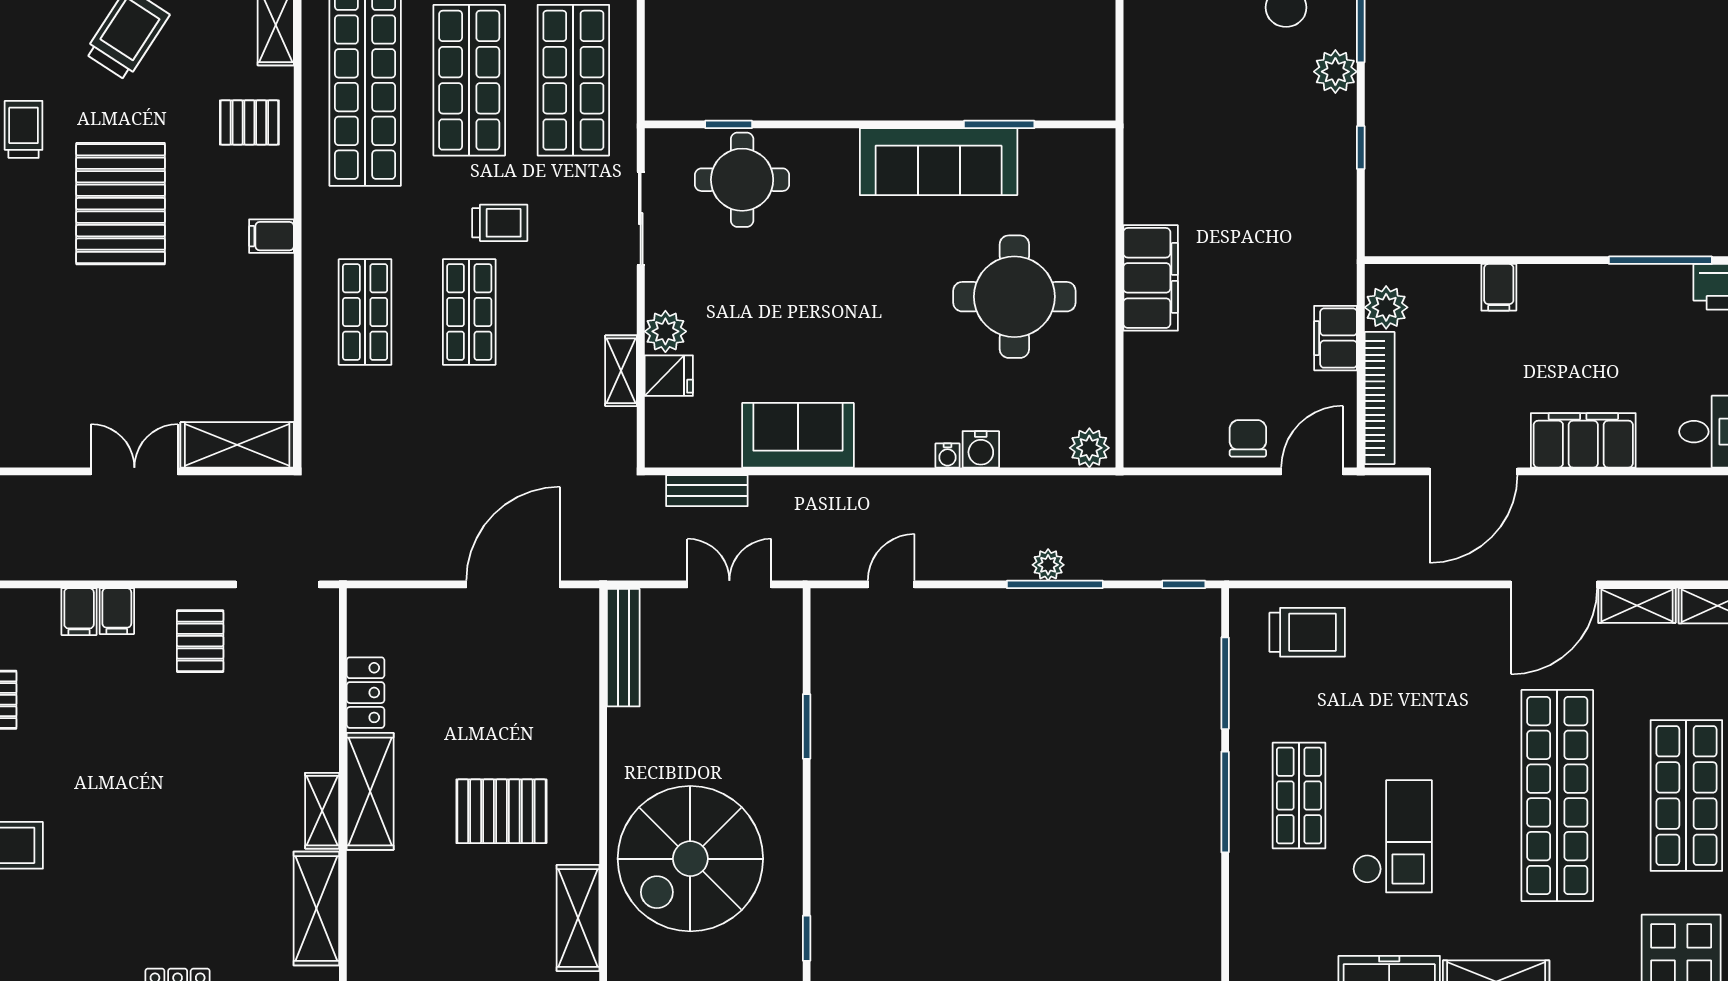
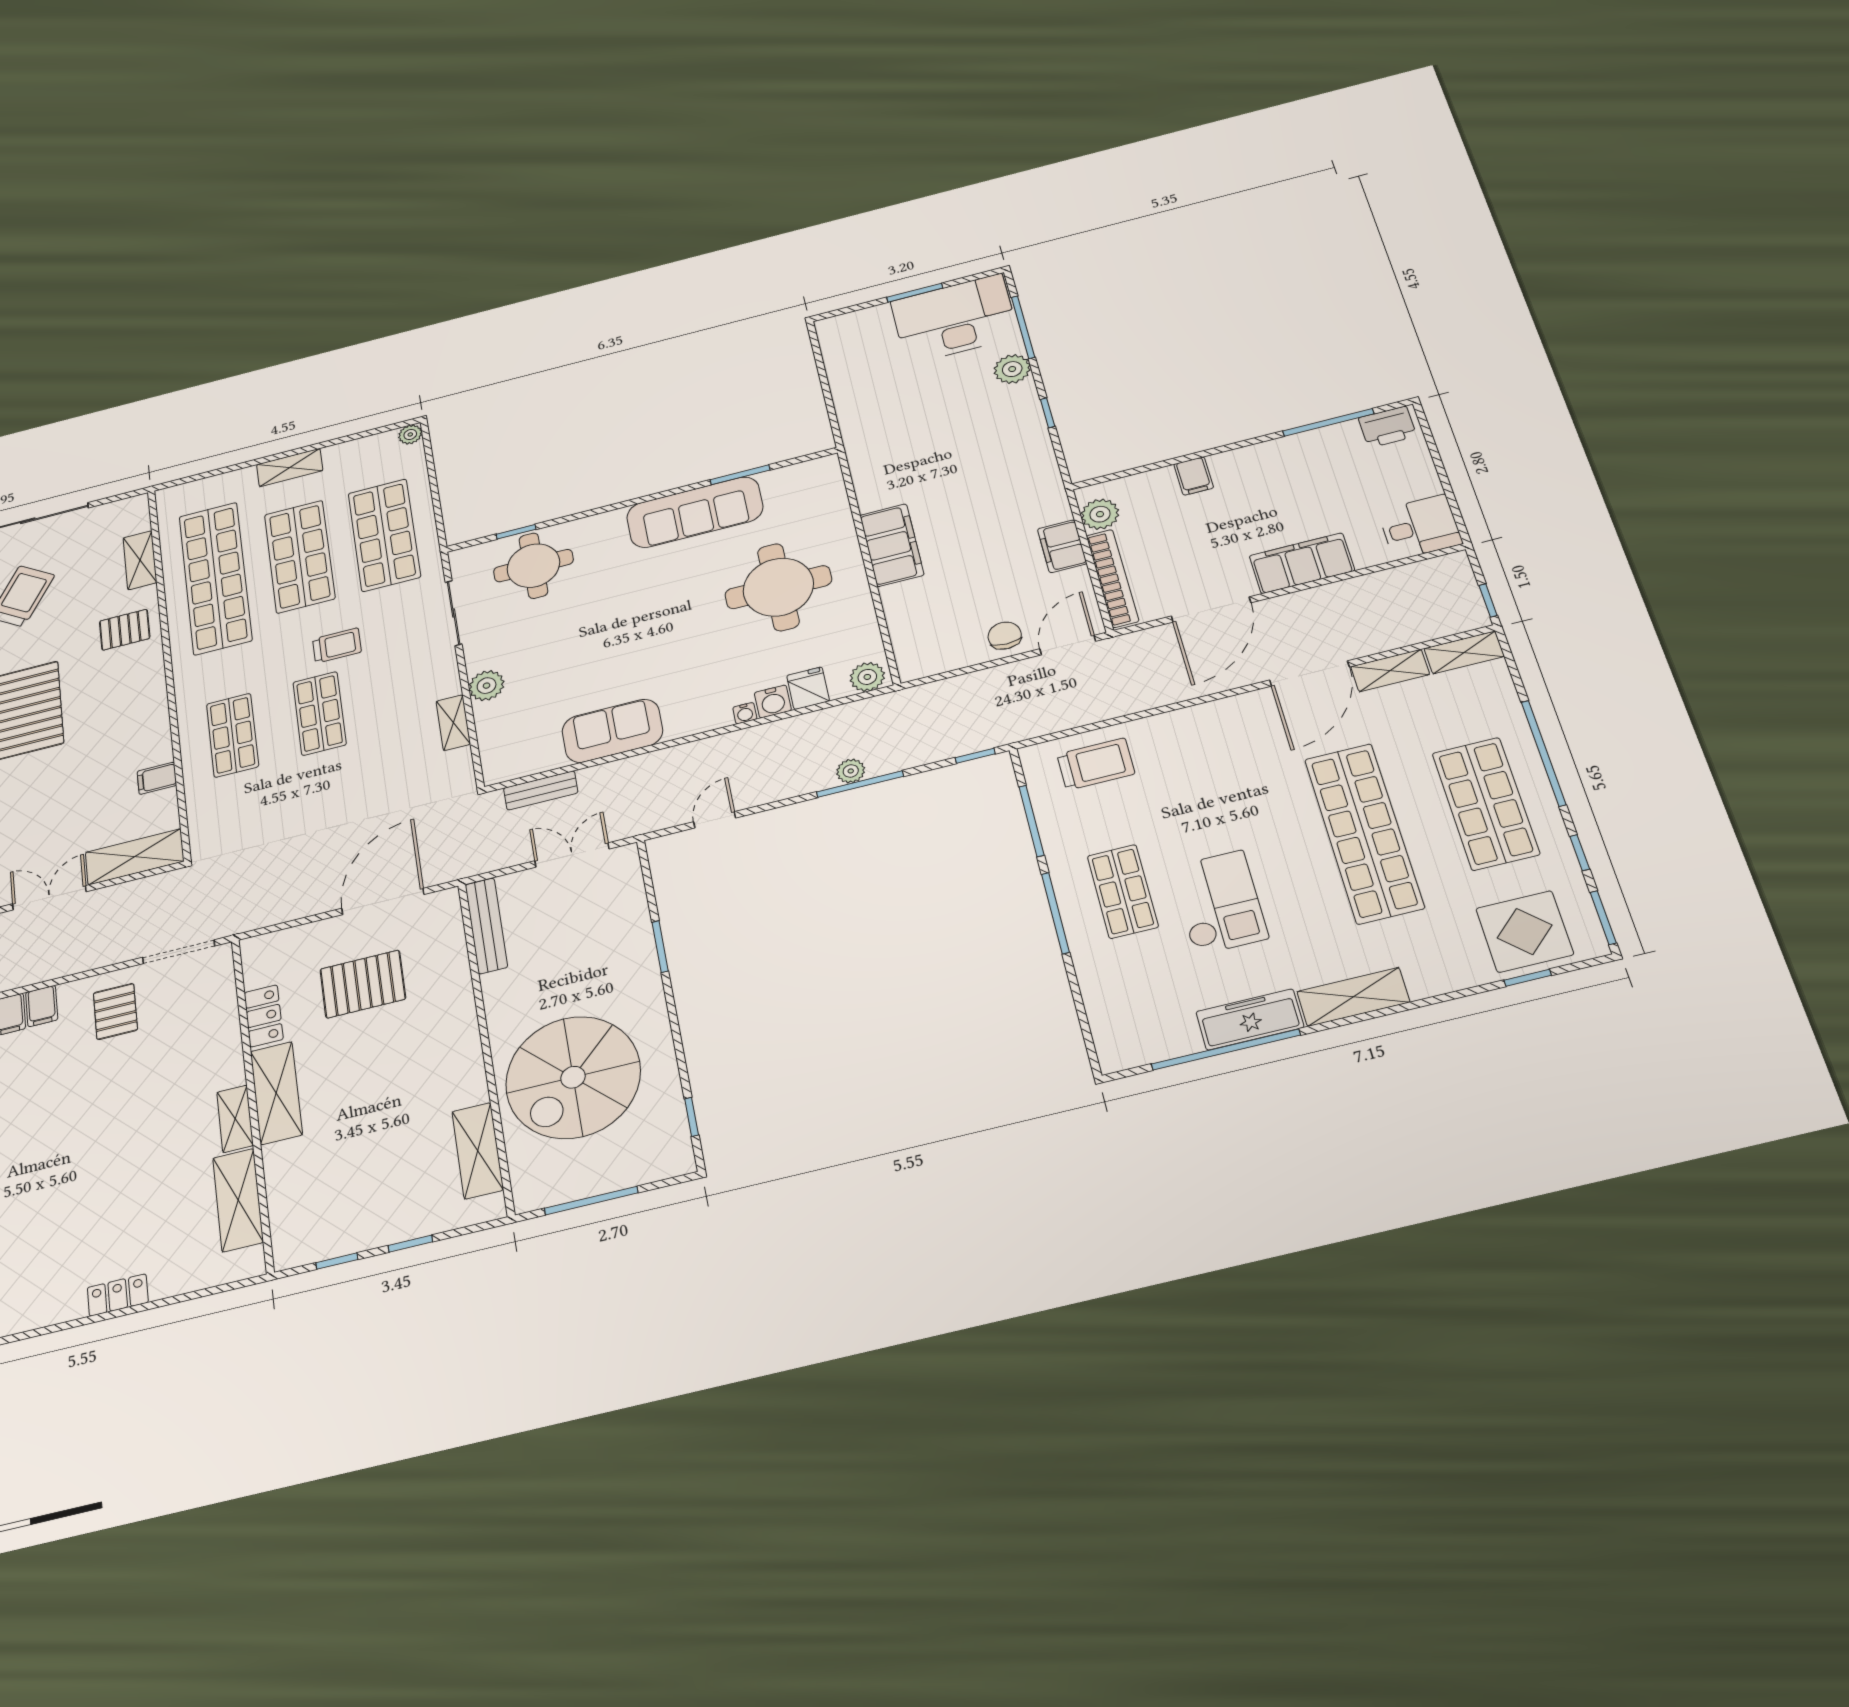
filing cabinet: (271, 236) -> (157, 778), moved
fridge: (669, 376) -> (808, 688), moved, turned -90
pallet: (501, 811) -> (363, 984), moved

